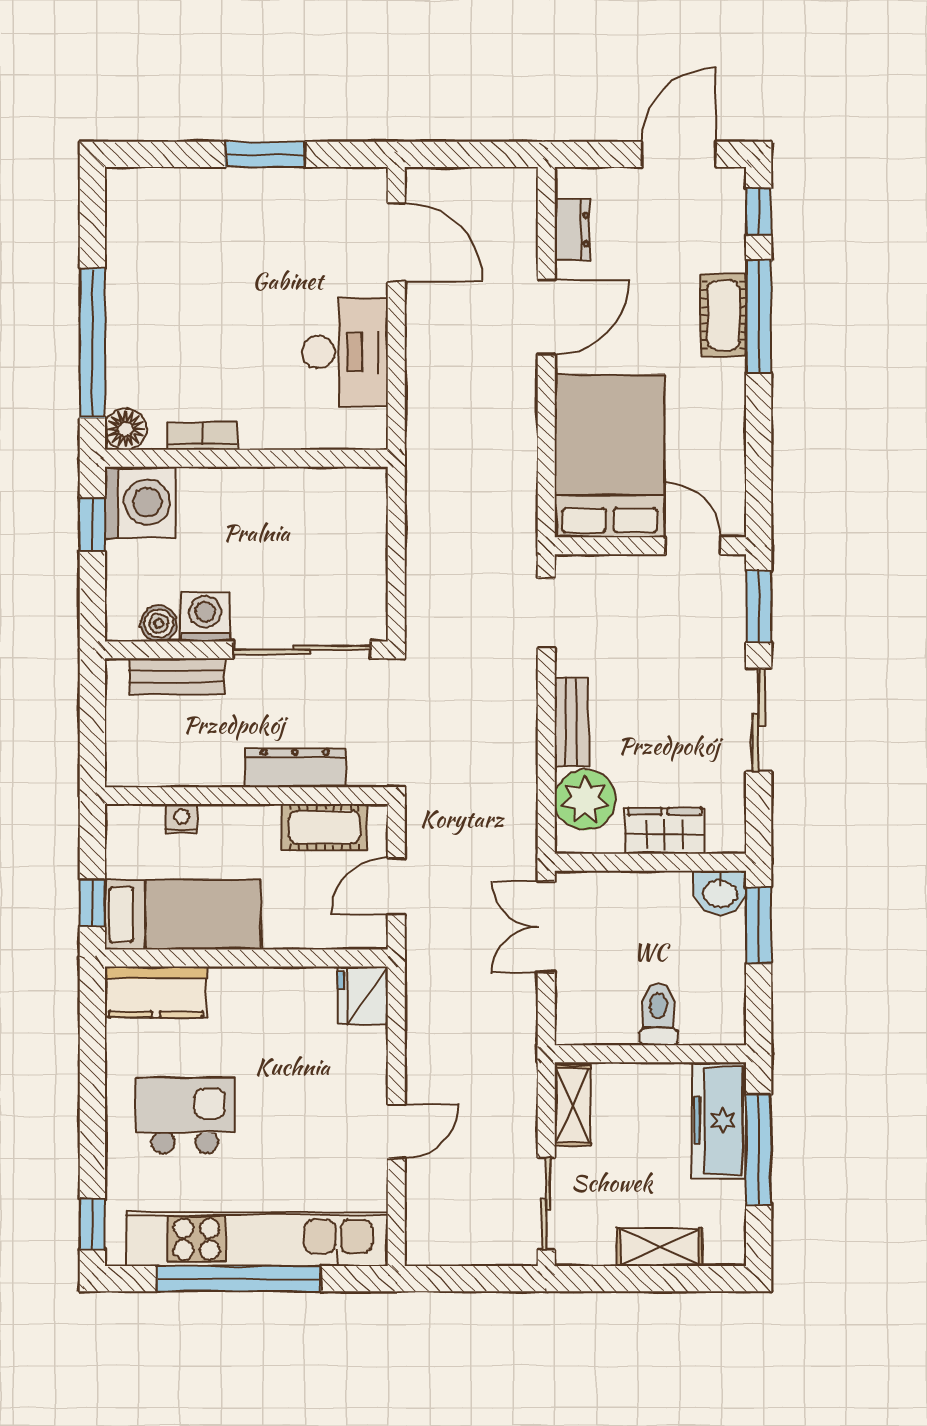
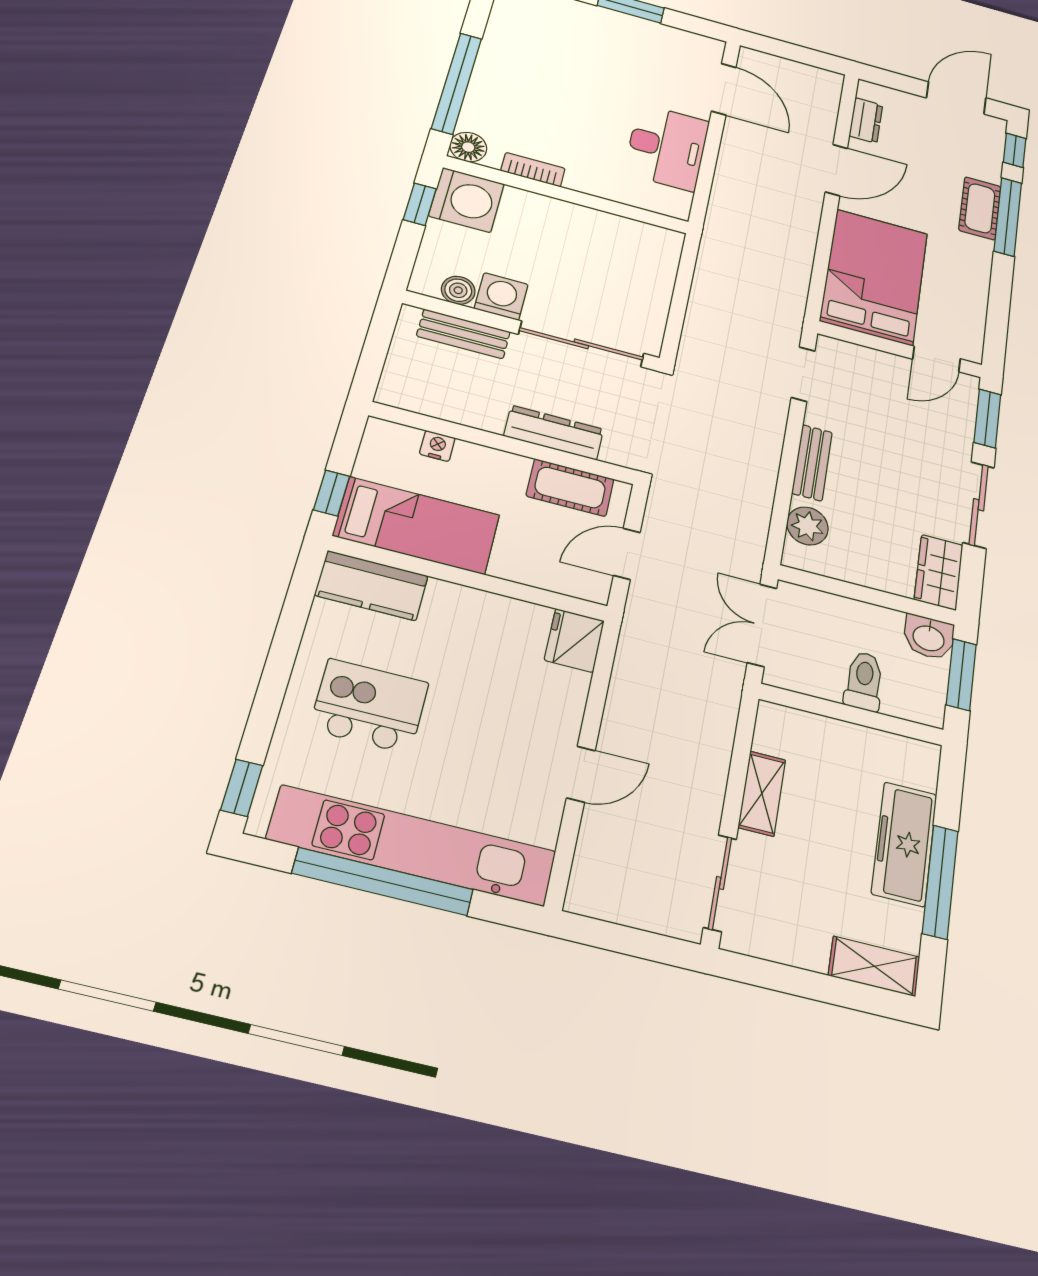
door: (693, 546) -> (936, 359), swing flipped
plant: (585, 800) -> (807, 526), width x0.73, depth x0.73
wardrobe: (665, 831) -> (939, 572), moved, turned -90
toilet: (658, 1014) -> (864, 681), moved
wall: (650, 1054) -> (852, 714), moved
shelving: (659, 1247) -> (874, 966), moved

